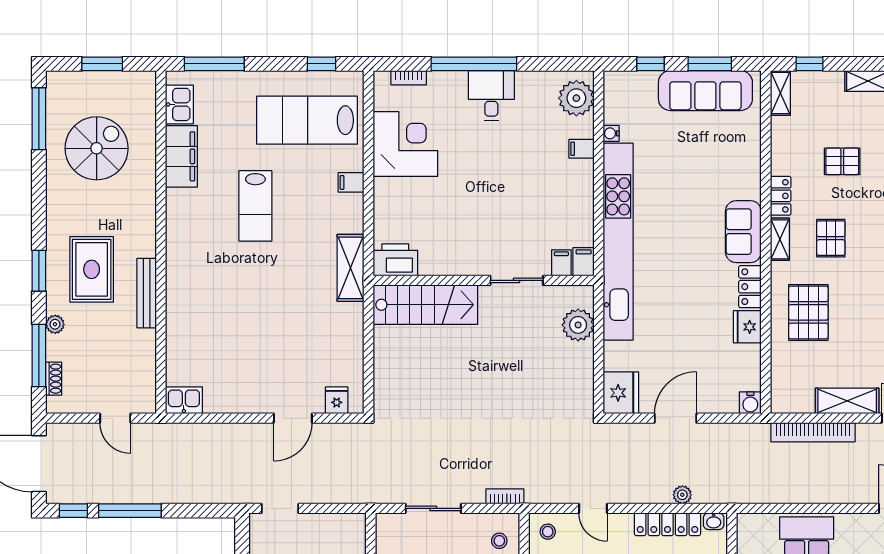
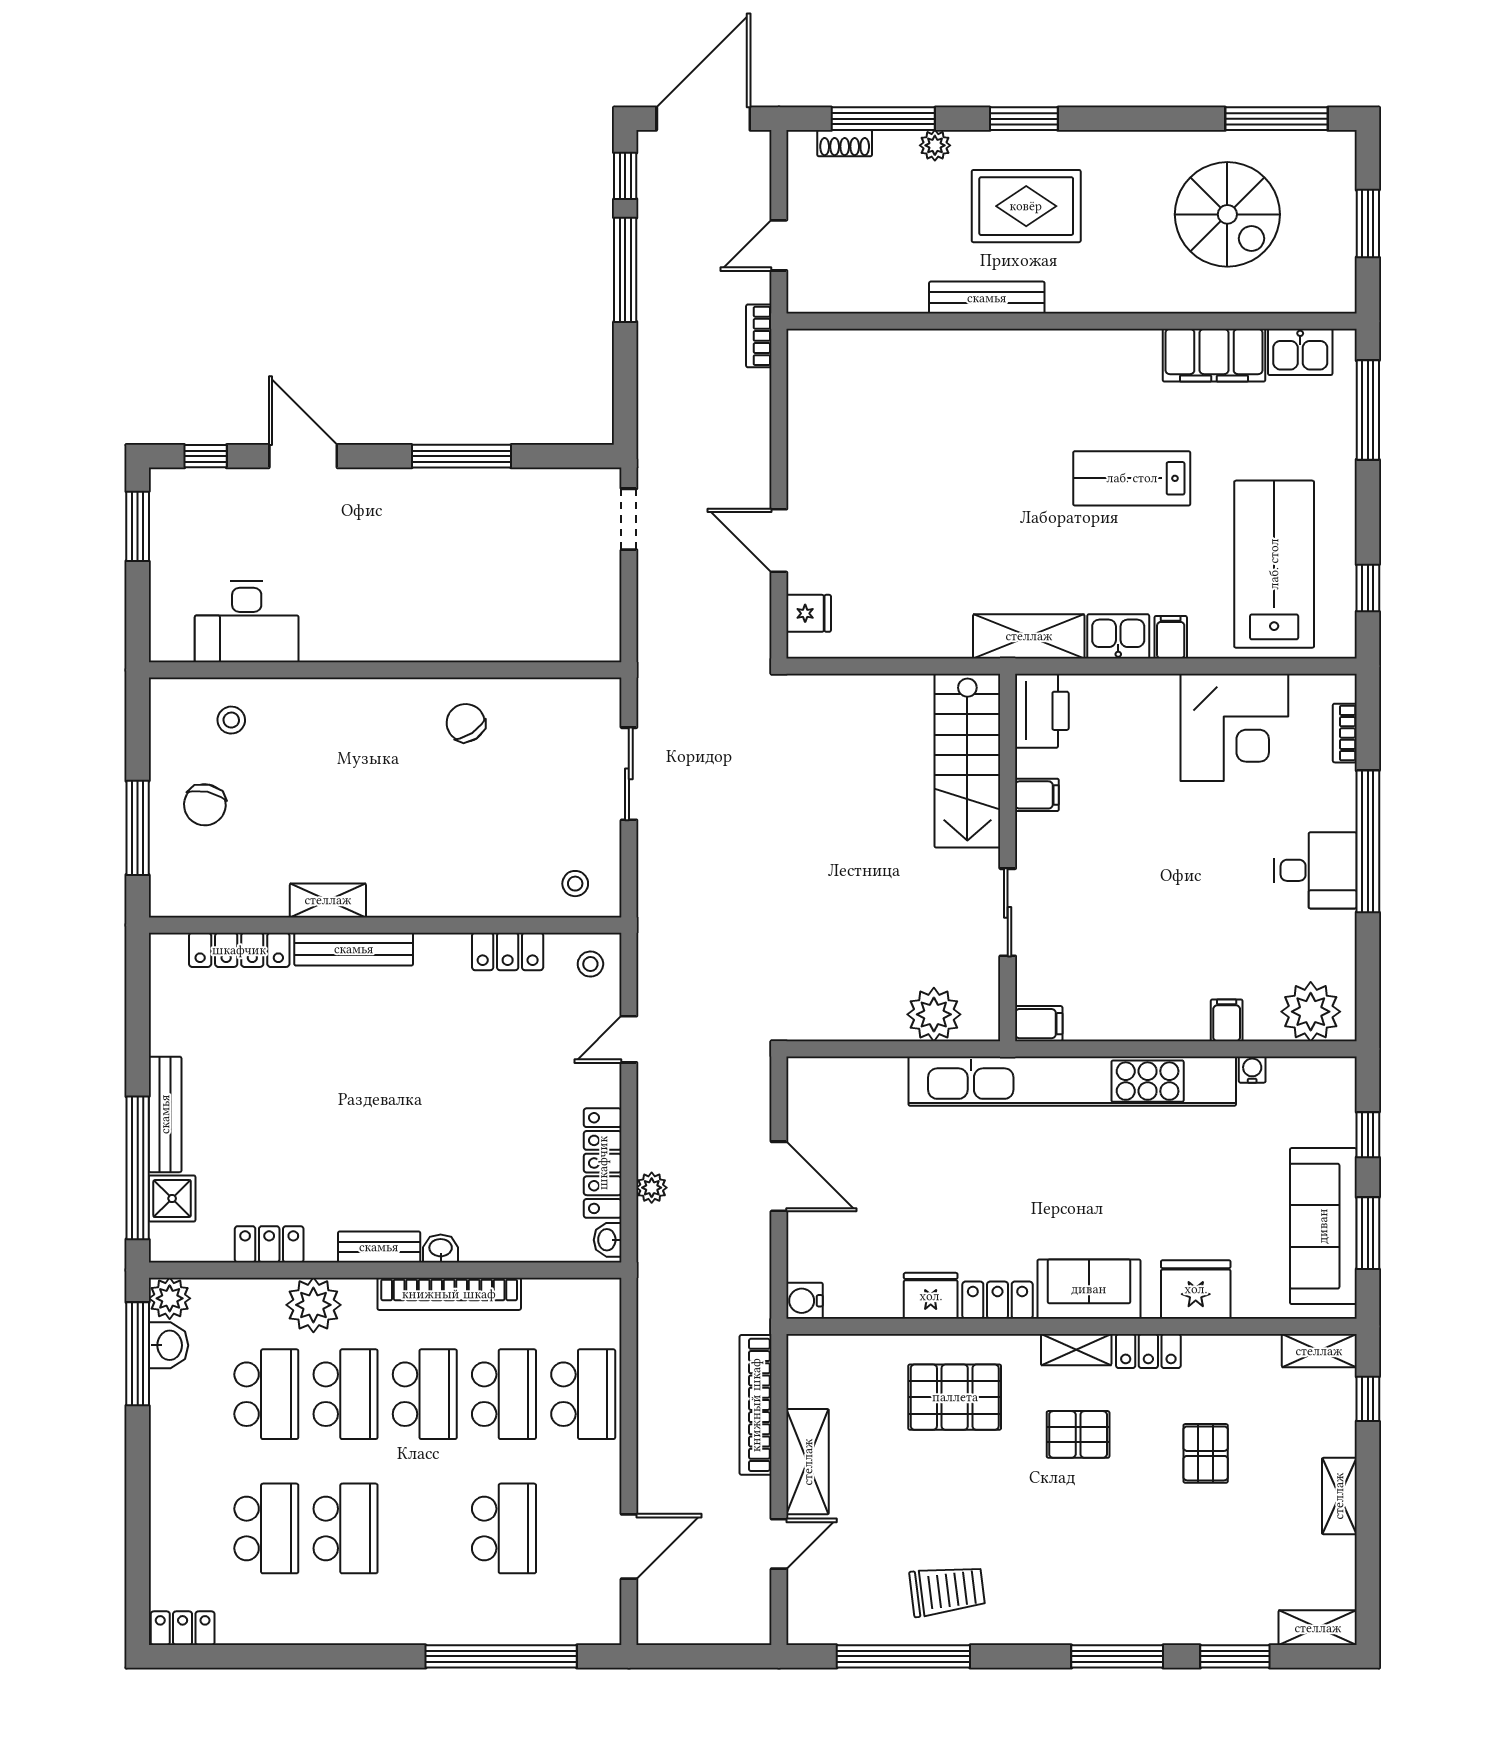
filing cabinet: (561, 263) -> (1037, 795), moved
fridge: (621, 393) -> (1196, 1289), moved, turned 180
kitchen sink: (184, 400) -> (1118, 636), moved, turned -90
bookcase: (505, 496) -> (759, 336), moved, turned 180

